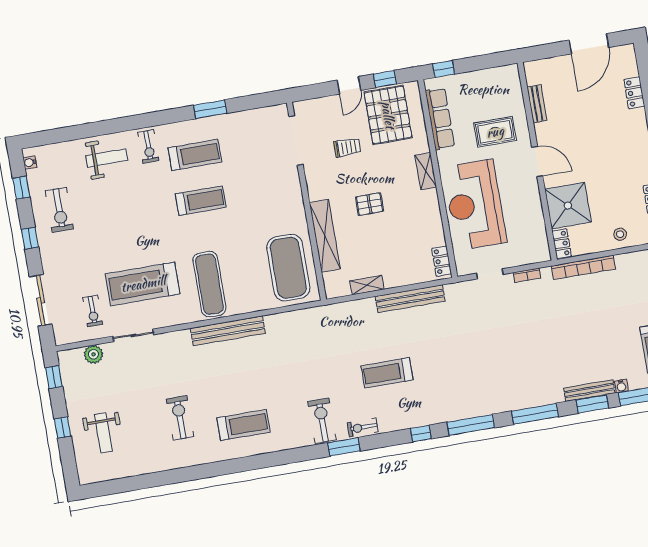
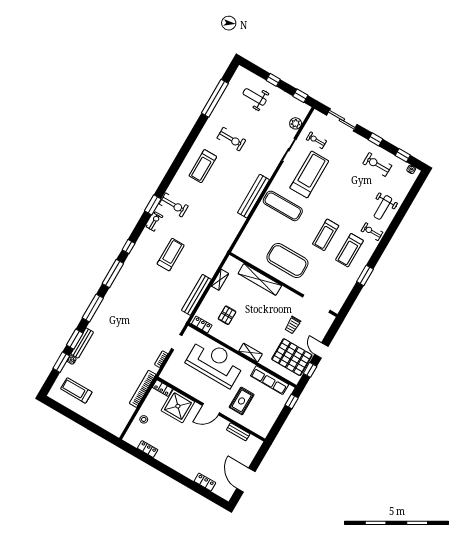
pallet: (370, 204) -> (227, 315), moved
exercise mat: (288, 268) -> (287, 260), moved
window: (146, 481) -> (215, 98), added

